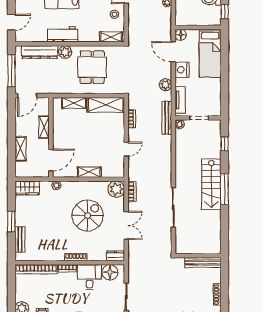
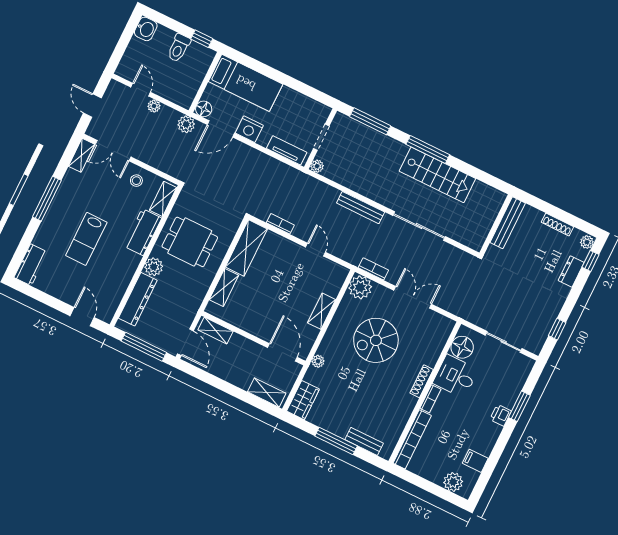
workbench: (63, 34) -> (143, 232), moved
plant: (165, 85) -> (186, 124), moved
bench: (167, 118) -> (361, 208), moved
shelving: (44, 127) -> (216, 331), moved
window: (224, 144) -> (370, 121), width x2.17
shelving: (21, 149) -> (267, 393), moved
stairs: (211, 184) -> (437, 175), moved
spiral stairs: (88, 216) -> (376, 340), turned -90
window: (11, 222) -> (336, 441), width x1.44
dresser: (115, 256) -> (445, 330), removed

